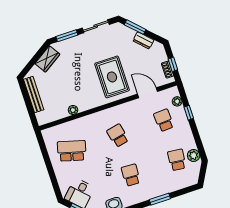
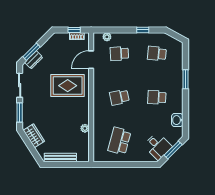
dresser: (143, 40) -> (34, 60), moved
window: (189, 113) -> (143, 30), moved
plant: (194, 155) -> (158, 38), removed

